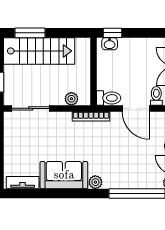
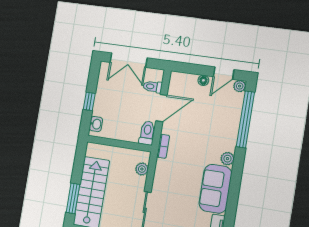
window: (113, 33) -> (89, 101), moved
bookcase: (91, 116) -> (163, 146), width x0.64

